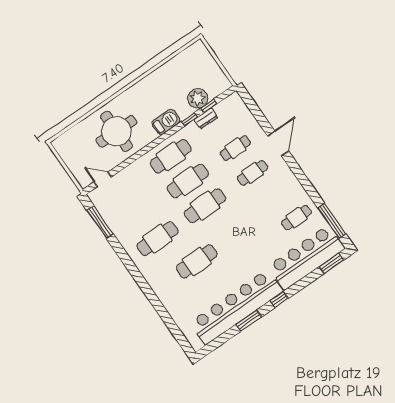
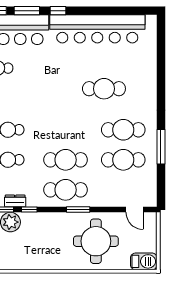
barbecue: (166, 122) -> (144, 261), moved, turned 180
window: (149, 147) -> (78, 210), added
cafe table: (205, 206) -> (123, 160), moved
window: (100, 222) -> (161, 147), moved
window: (249, 321) -> (27, 11), moved

